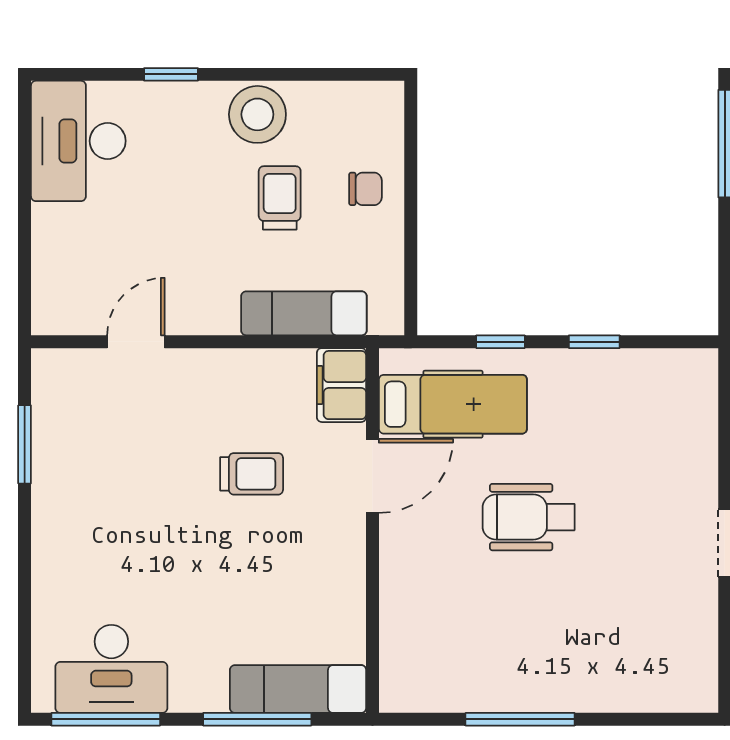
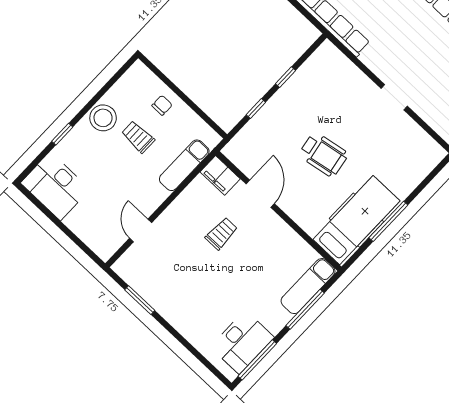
hospital bed: (453, 404) -> (356, 220), moved, width x1.37, depth x1.29
wheelchair: (529, 517) -> (323, 155), turned -100

